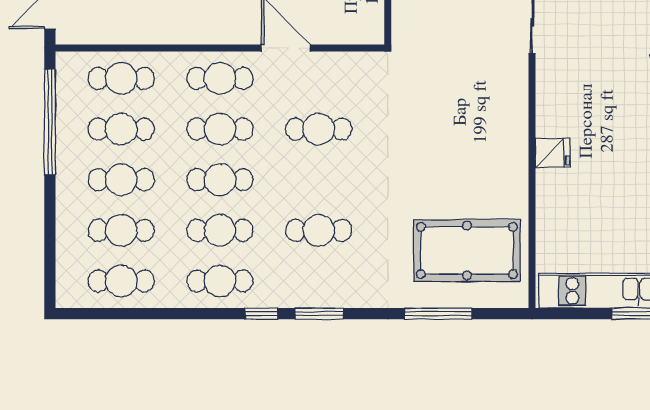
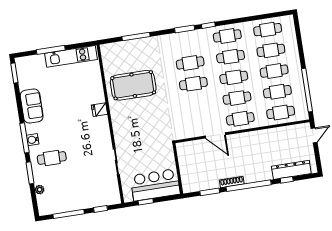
cafe table: (319, 129) -> (193, 84), moved
pool table: (467, 250) -> (133, 85), moved

